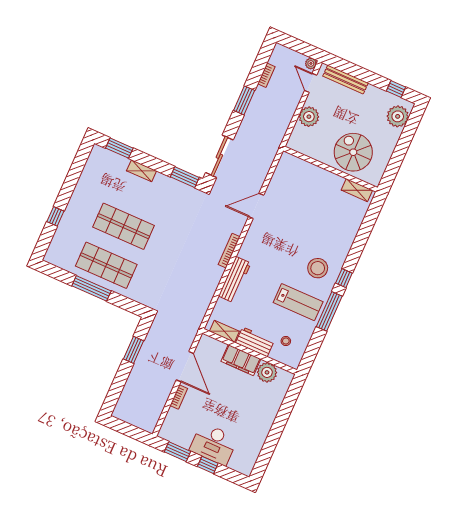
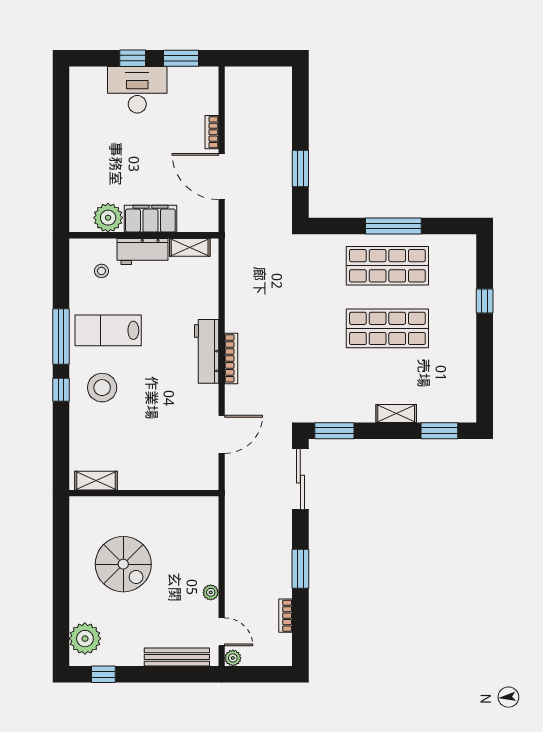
plant: (309, 117) -> (211, 592), width x0.53, depth x0.53
wall: (330, 169) -> (144, 493), moved
shelving: (357, 190) -> (96, 481), moved
workbench: (235, 280) -> (207, 351), moved

